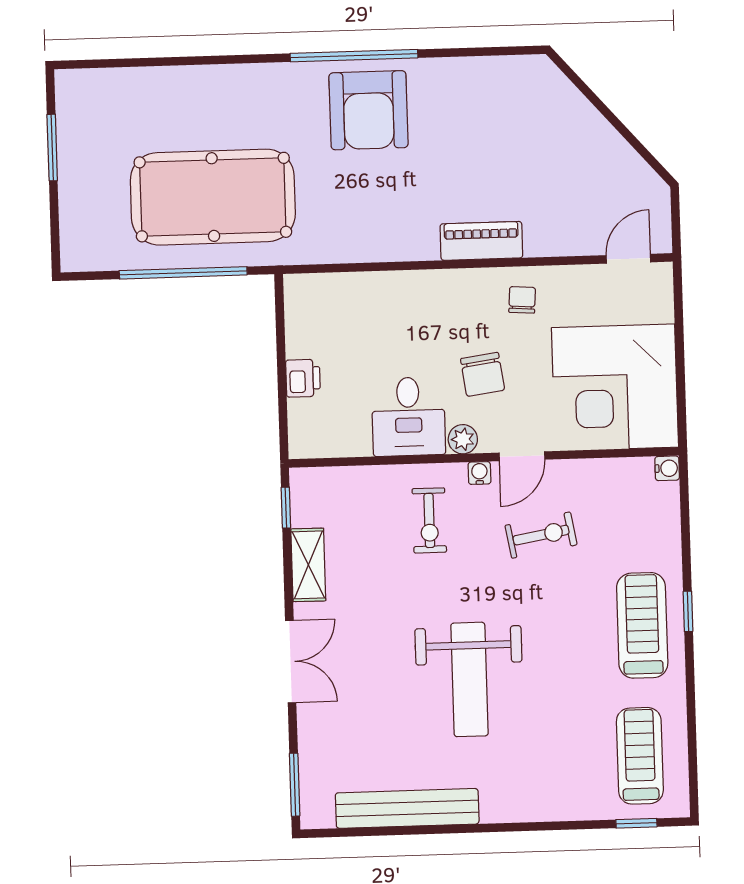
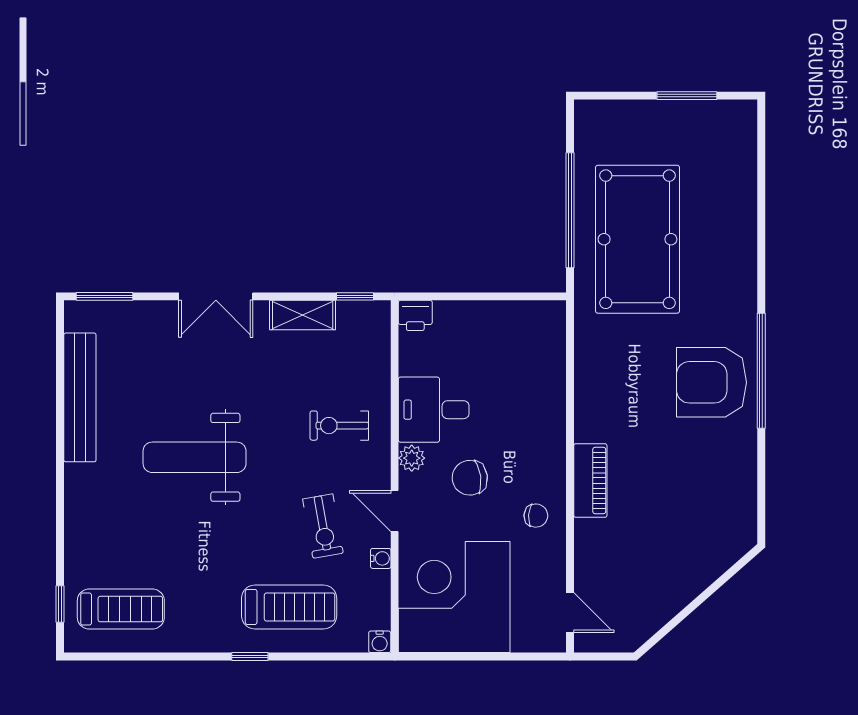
printer: (303, 378) -> (415, 315), moved
water cooler: (479, 473) -> (381, 558), moved
treadmill: (642, 625) -> (289, 607), moved

